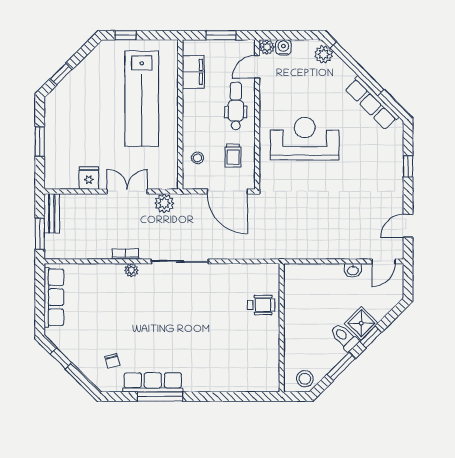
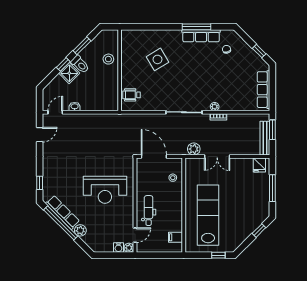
window: (221, 35) -> (158, 255), removed
plant: (324, 54) -> (80, 230), moved
window: (357, 69) -> (61, 223), moved
filing cabinet: (193, 72) -> (175, 237), width x0.50
dental chair: (236, 106) -> (149, 211), turned 180
window: (40, 141) -> (272, 188), width x1.44
trolley: (233, 156) -> (150, 179), removed
window: (408, 166) -> (40, 183), moved
fridge: (89, 178) -> (259, 165), moved
bench: (52, 213) -> (265, 138), width x1.36
wheelchair: (261, 305) -> (132, 95), moved
side table: (222, 345) -> (157, 59), added
stool: (305, 379) -> (108, 59), moved

